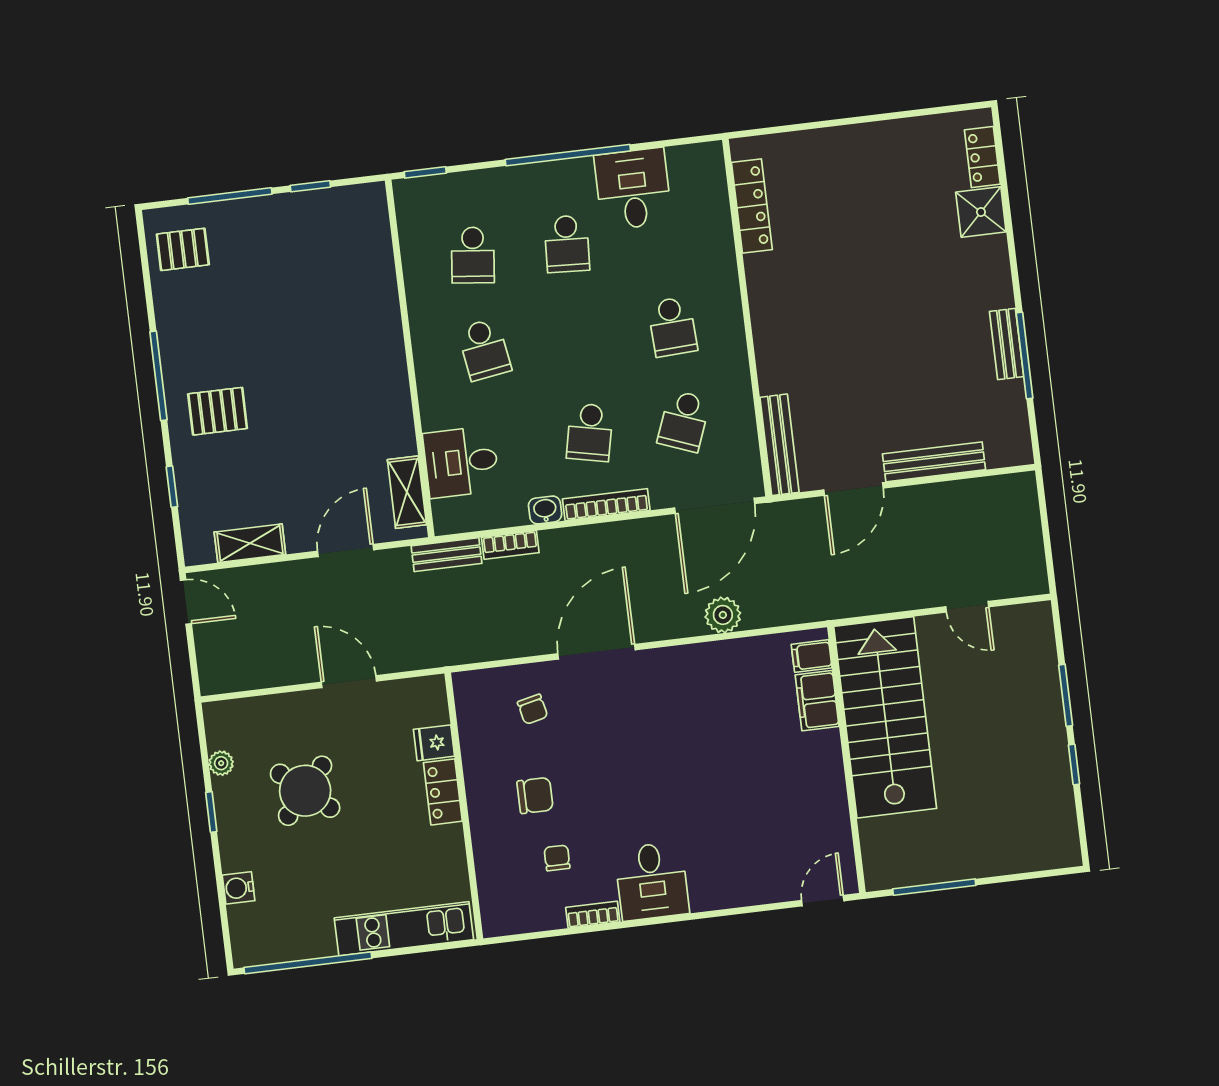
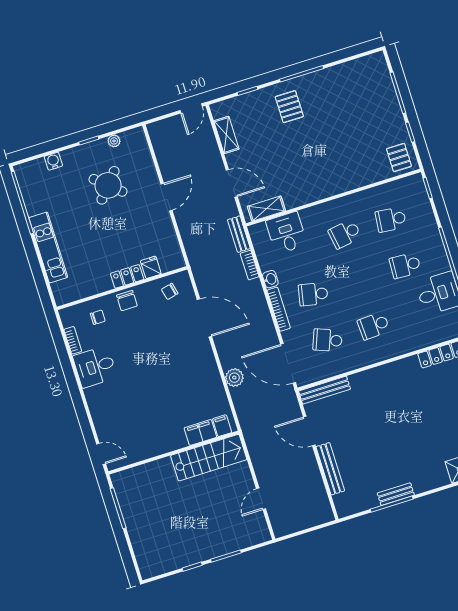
pallet: (183, 249) -> (399, 158), moved
stairs: (885, 717) -> (209, 458), width x0.73, depth x0.66
fridge: (434, 743) -> (151, 267), moved
locker: (443, 792) -> (127, 276), moved
wall: (464, 806) -> (122, 288), moved

